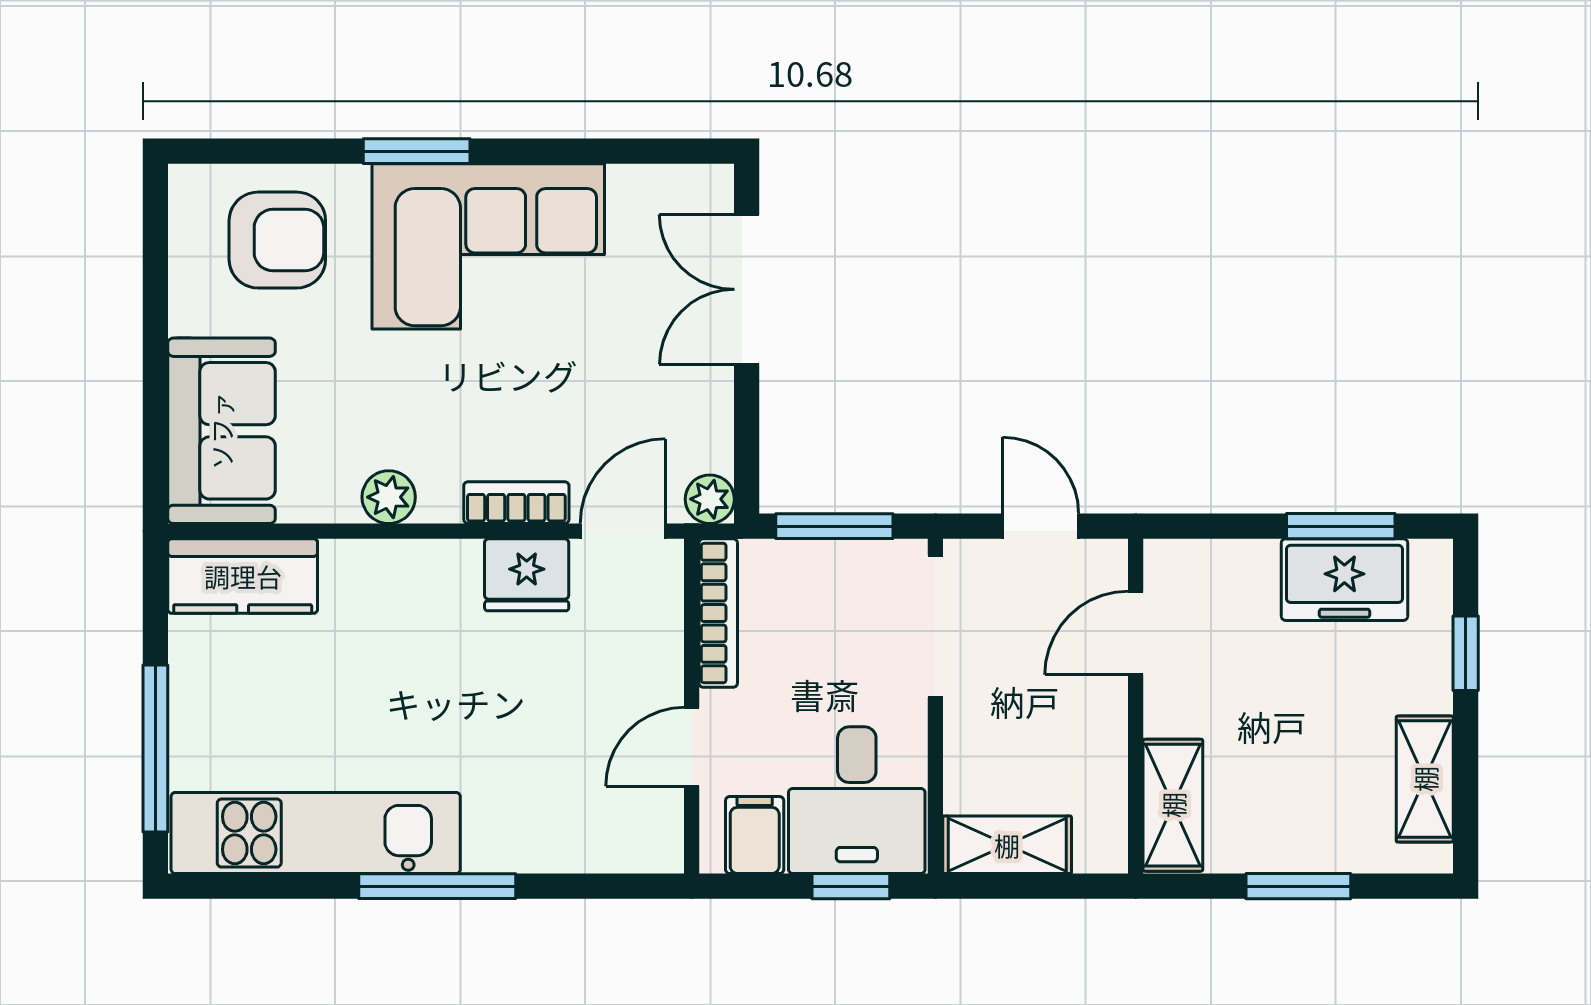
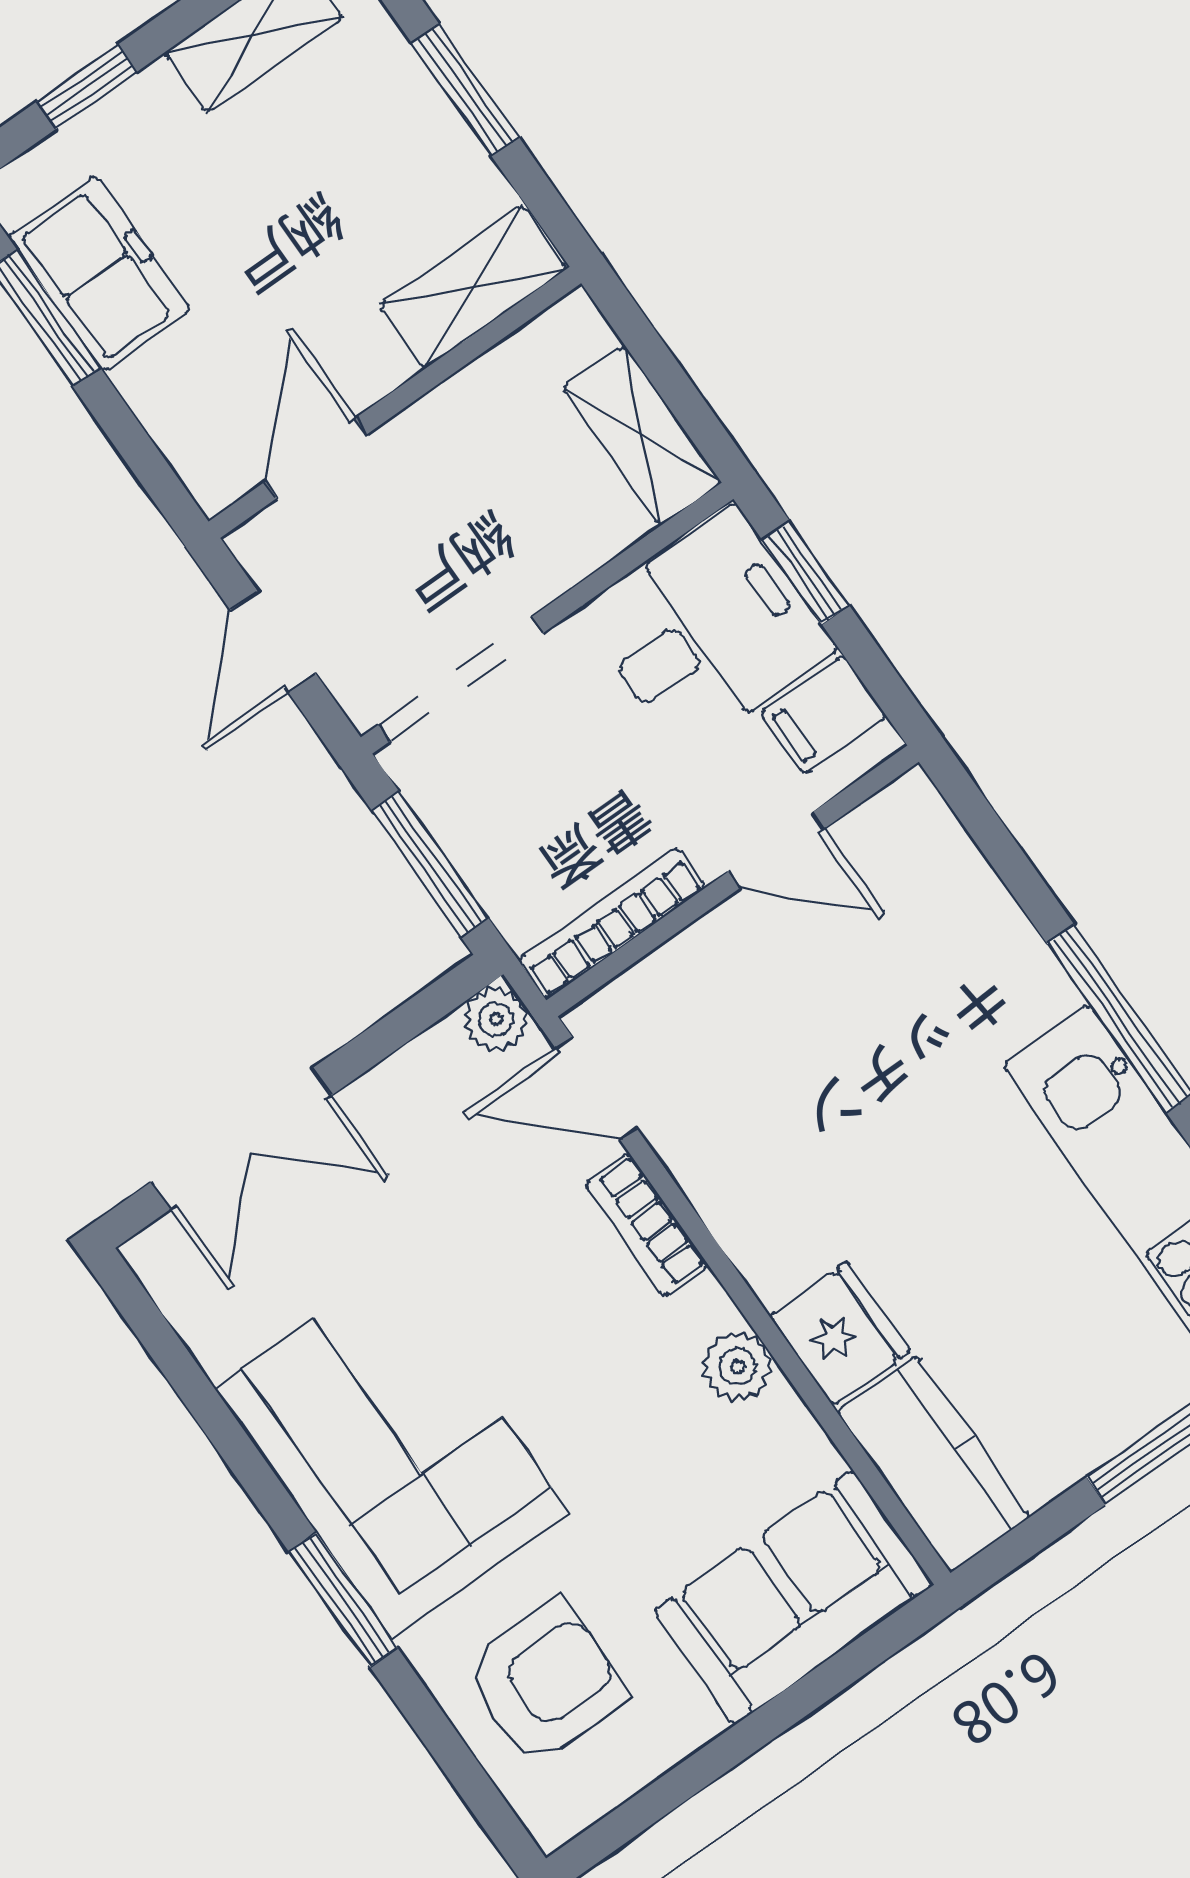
armchair: (277, 240) -> (545, 1682), turned 90
fridge: (527, 575) -> (840, 1334), moved
door: (1136, 633) -> (316, 458), swing flipped

